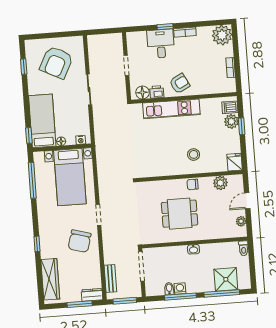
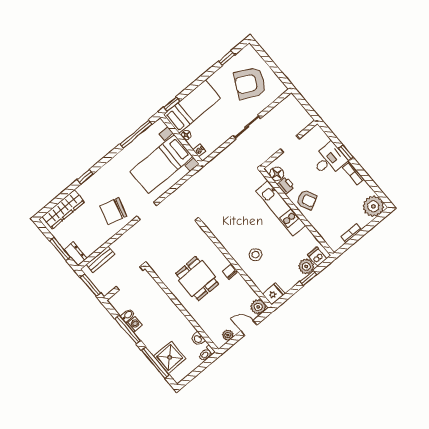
plant: (220, 183) -> (258, 307), moved
washbasin: (193, 249) -> (198, 339), moved

